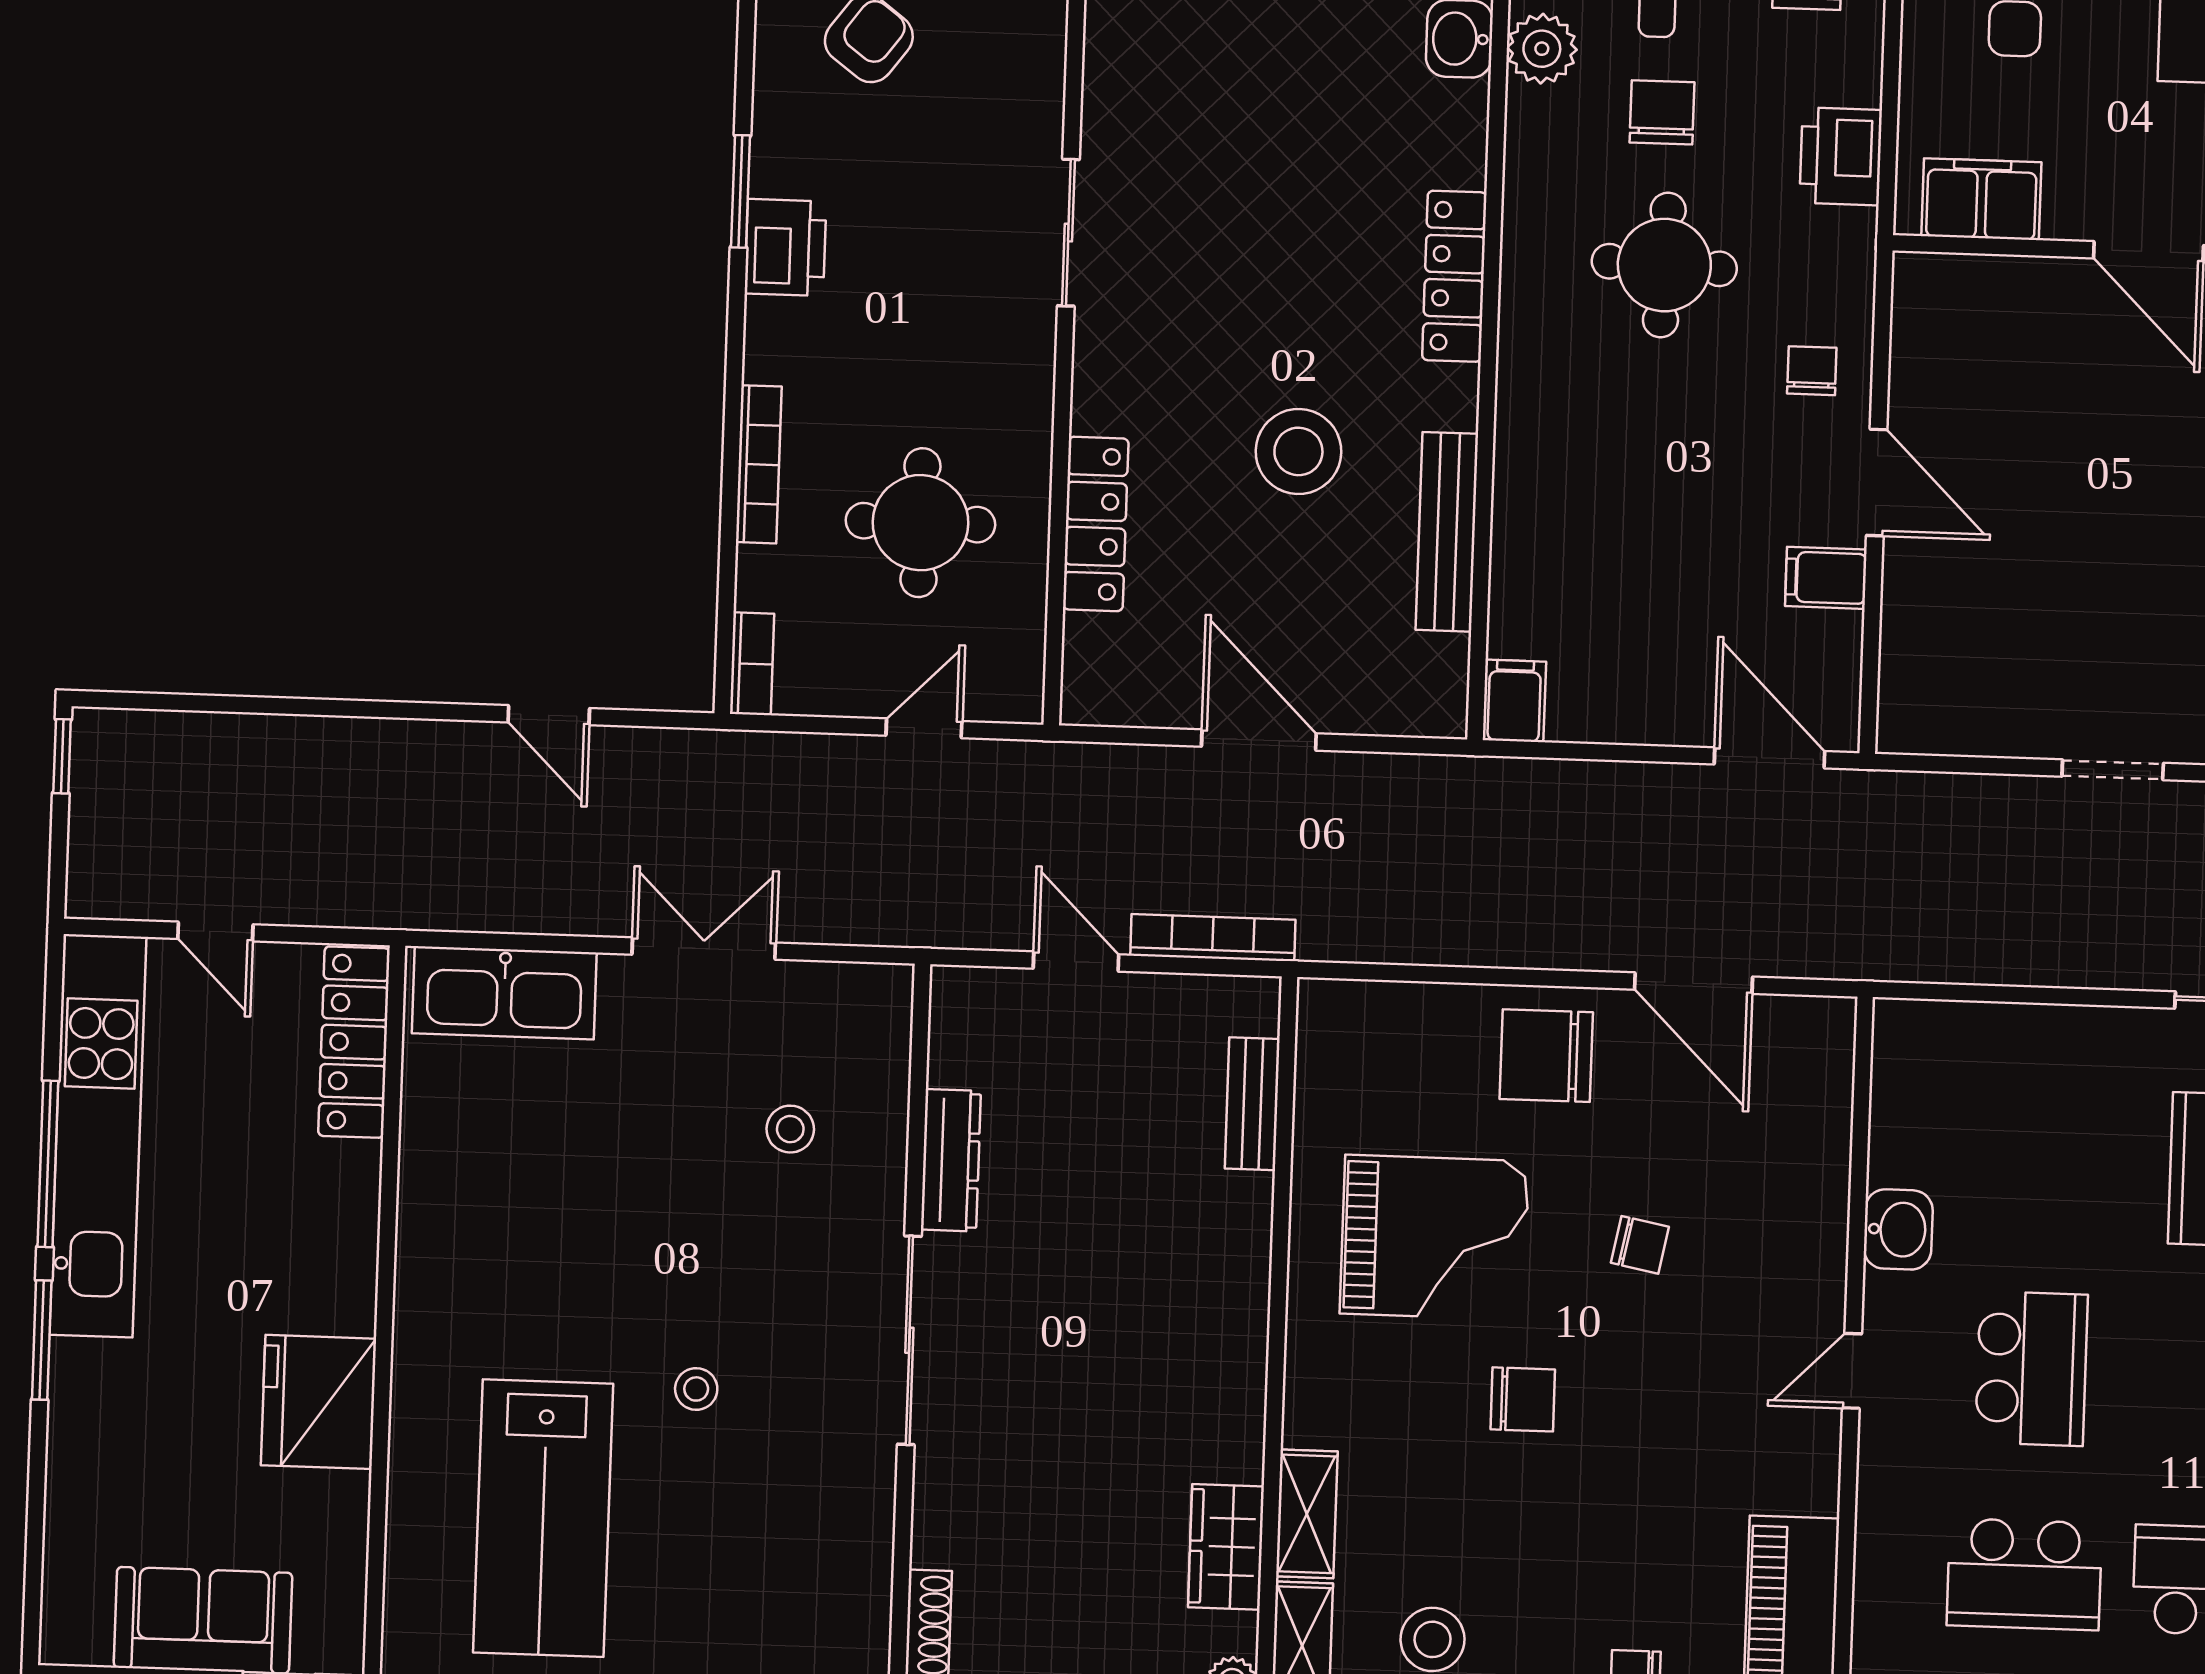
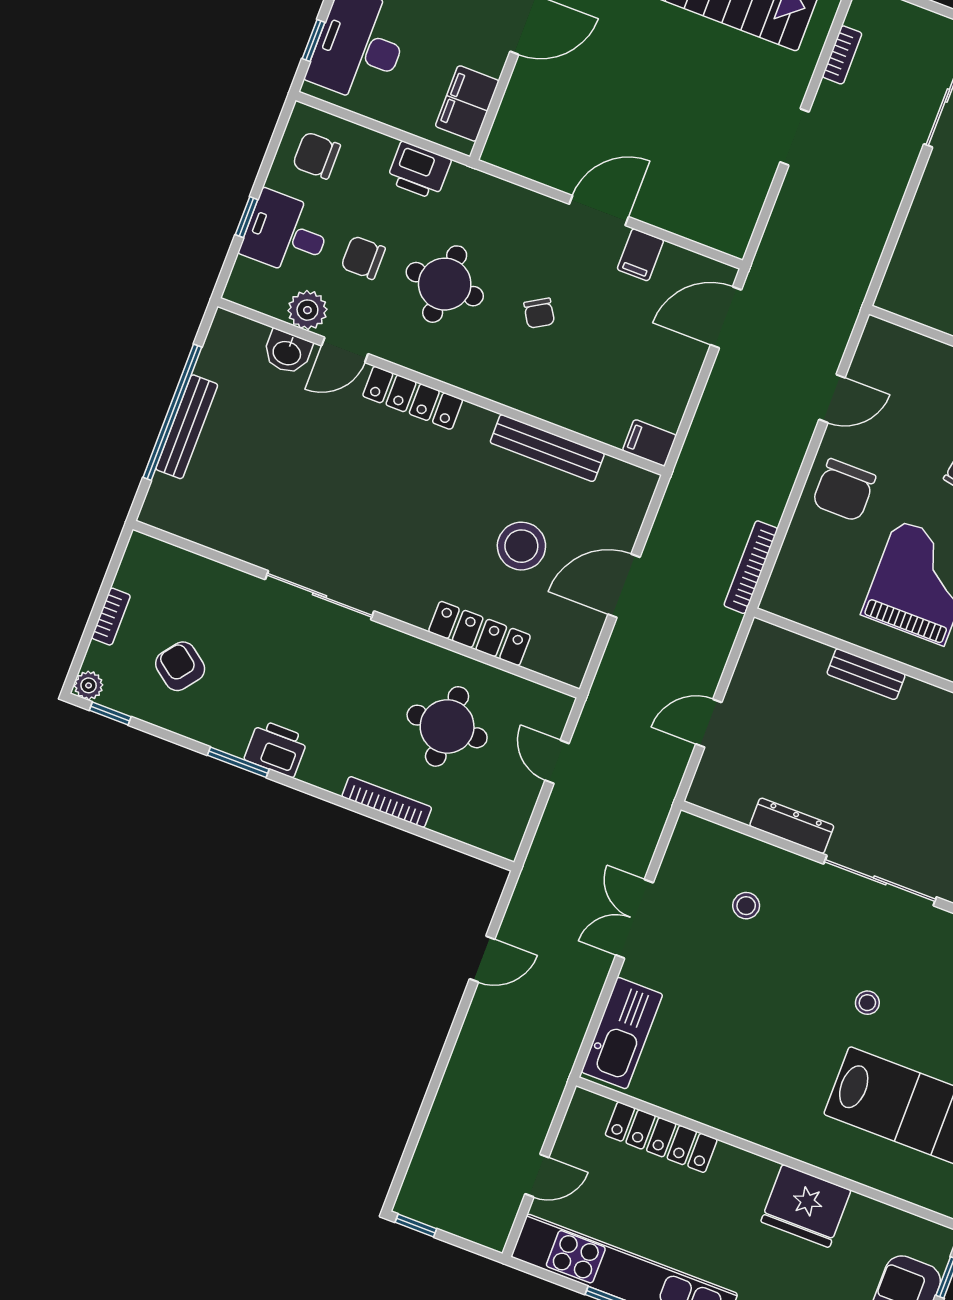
door: (1496, 134) -> (345, 350), added
sliding door: (1068, 233) -> (320, 595), width x1.37
chair: (1812, 371) -> (539, 313), moved, turned -121
stool: (1298, 451) -> (521, 546), moved
bookcase: (752, 664) -> (492, 842), removed
bookcase: (1213, 938) -> (751, 567), moved
door: (1694, 983) -> (832, 399), width x0.73
locker: (354, 1042) -> (661, 1137), moved
bench: (1252, 1104) -> (866, 674), moved

